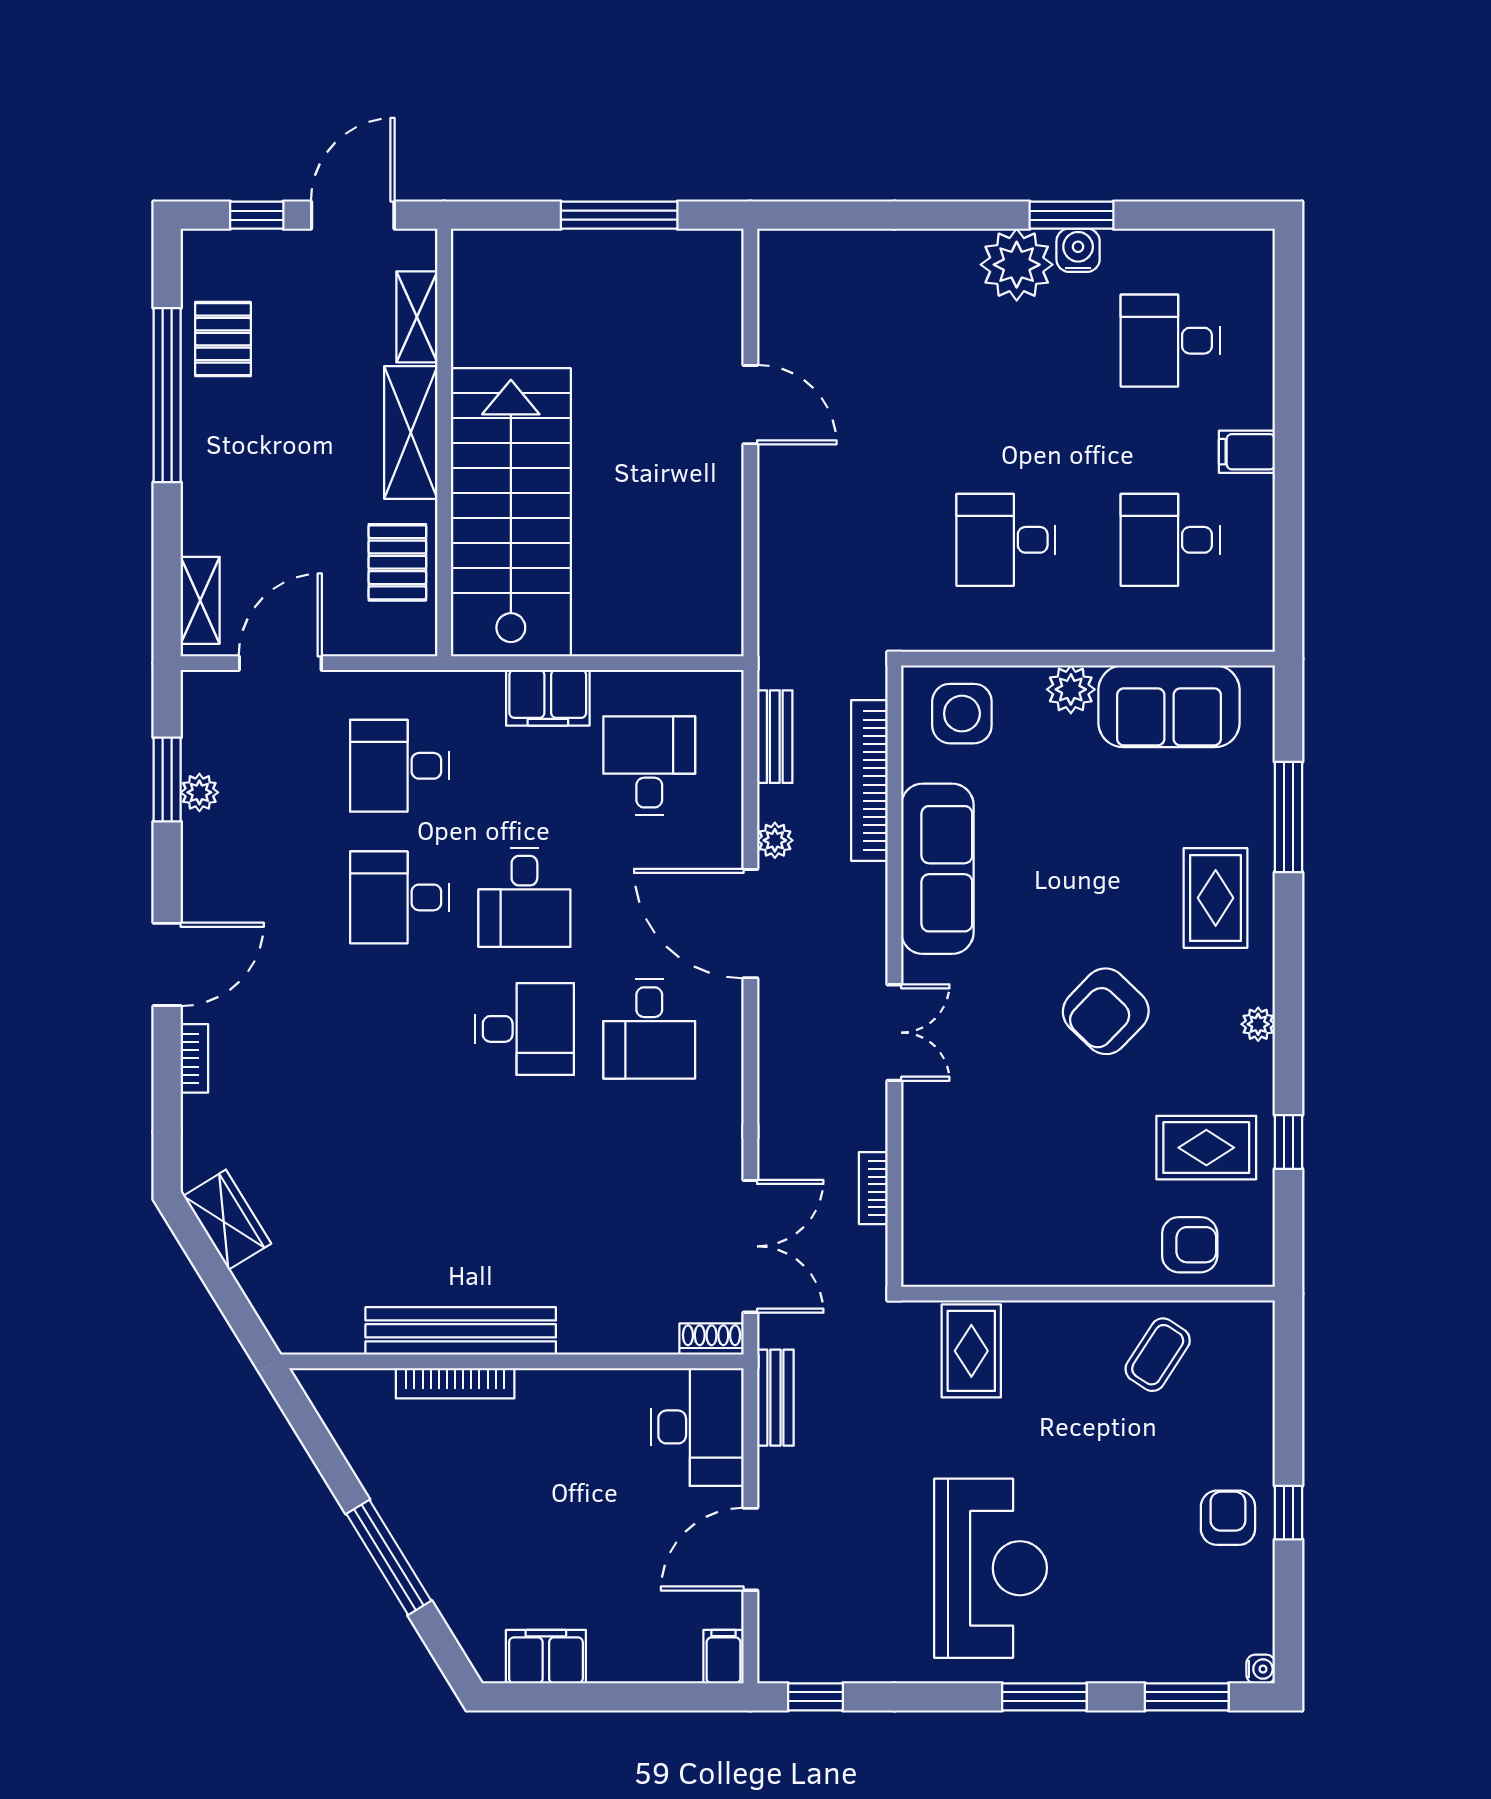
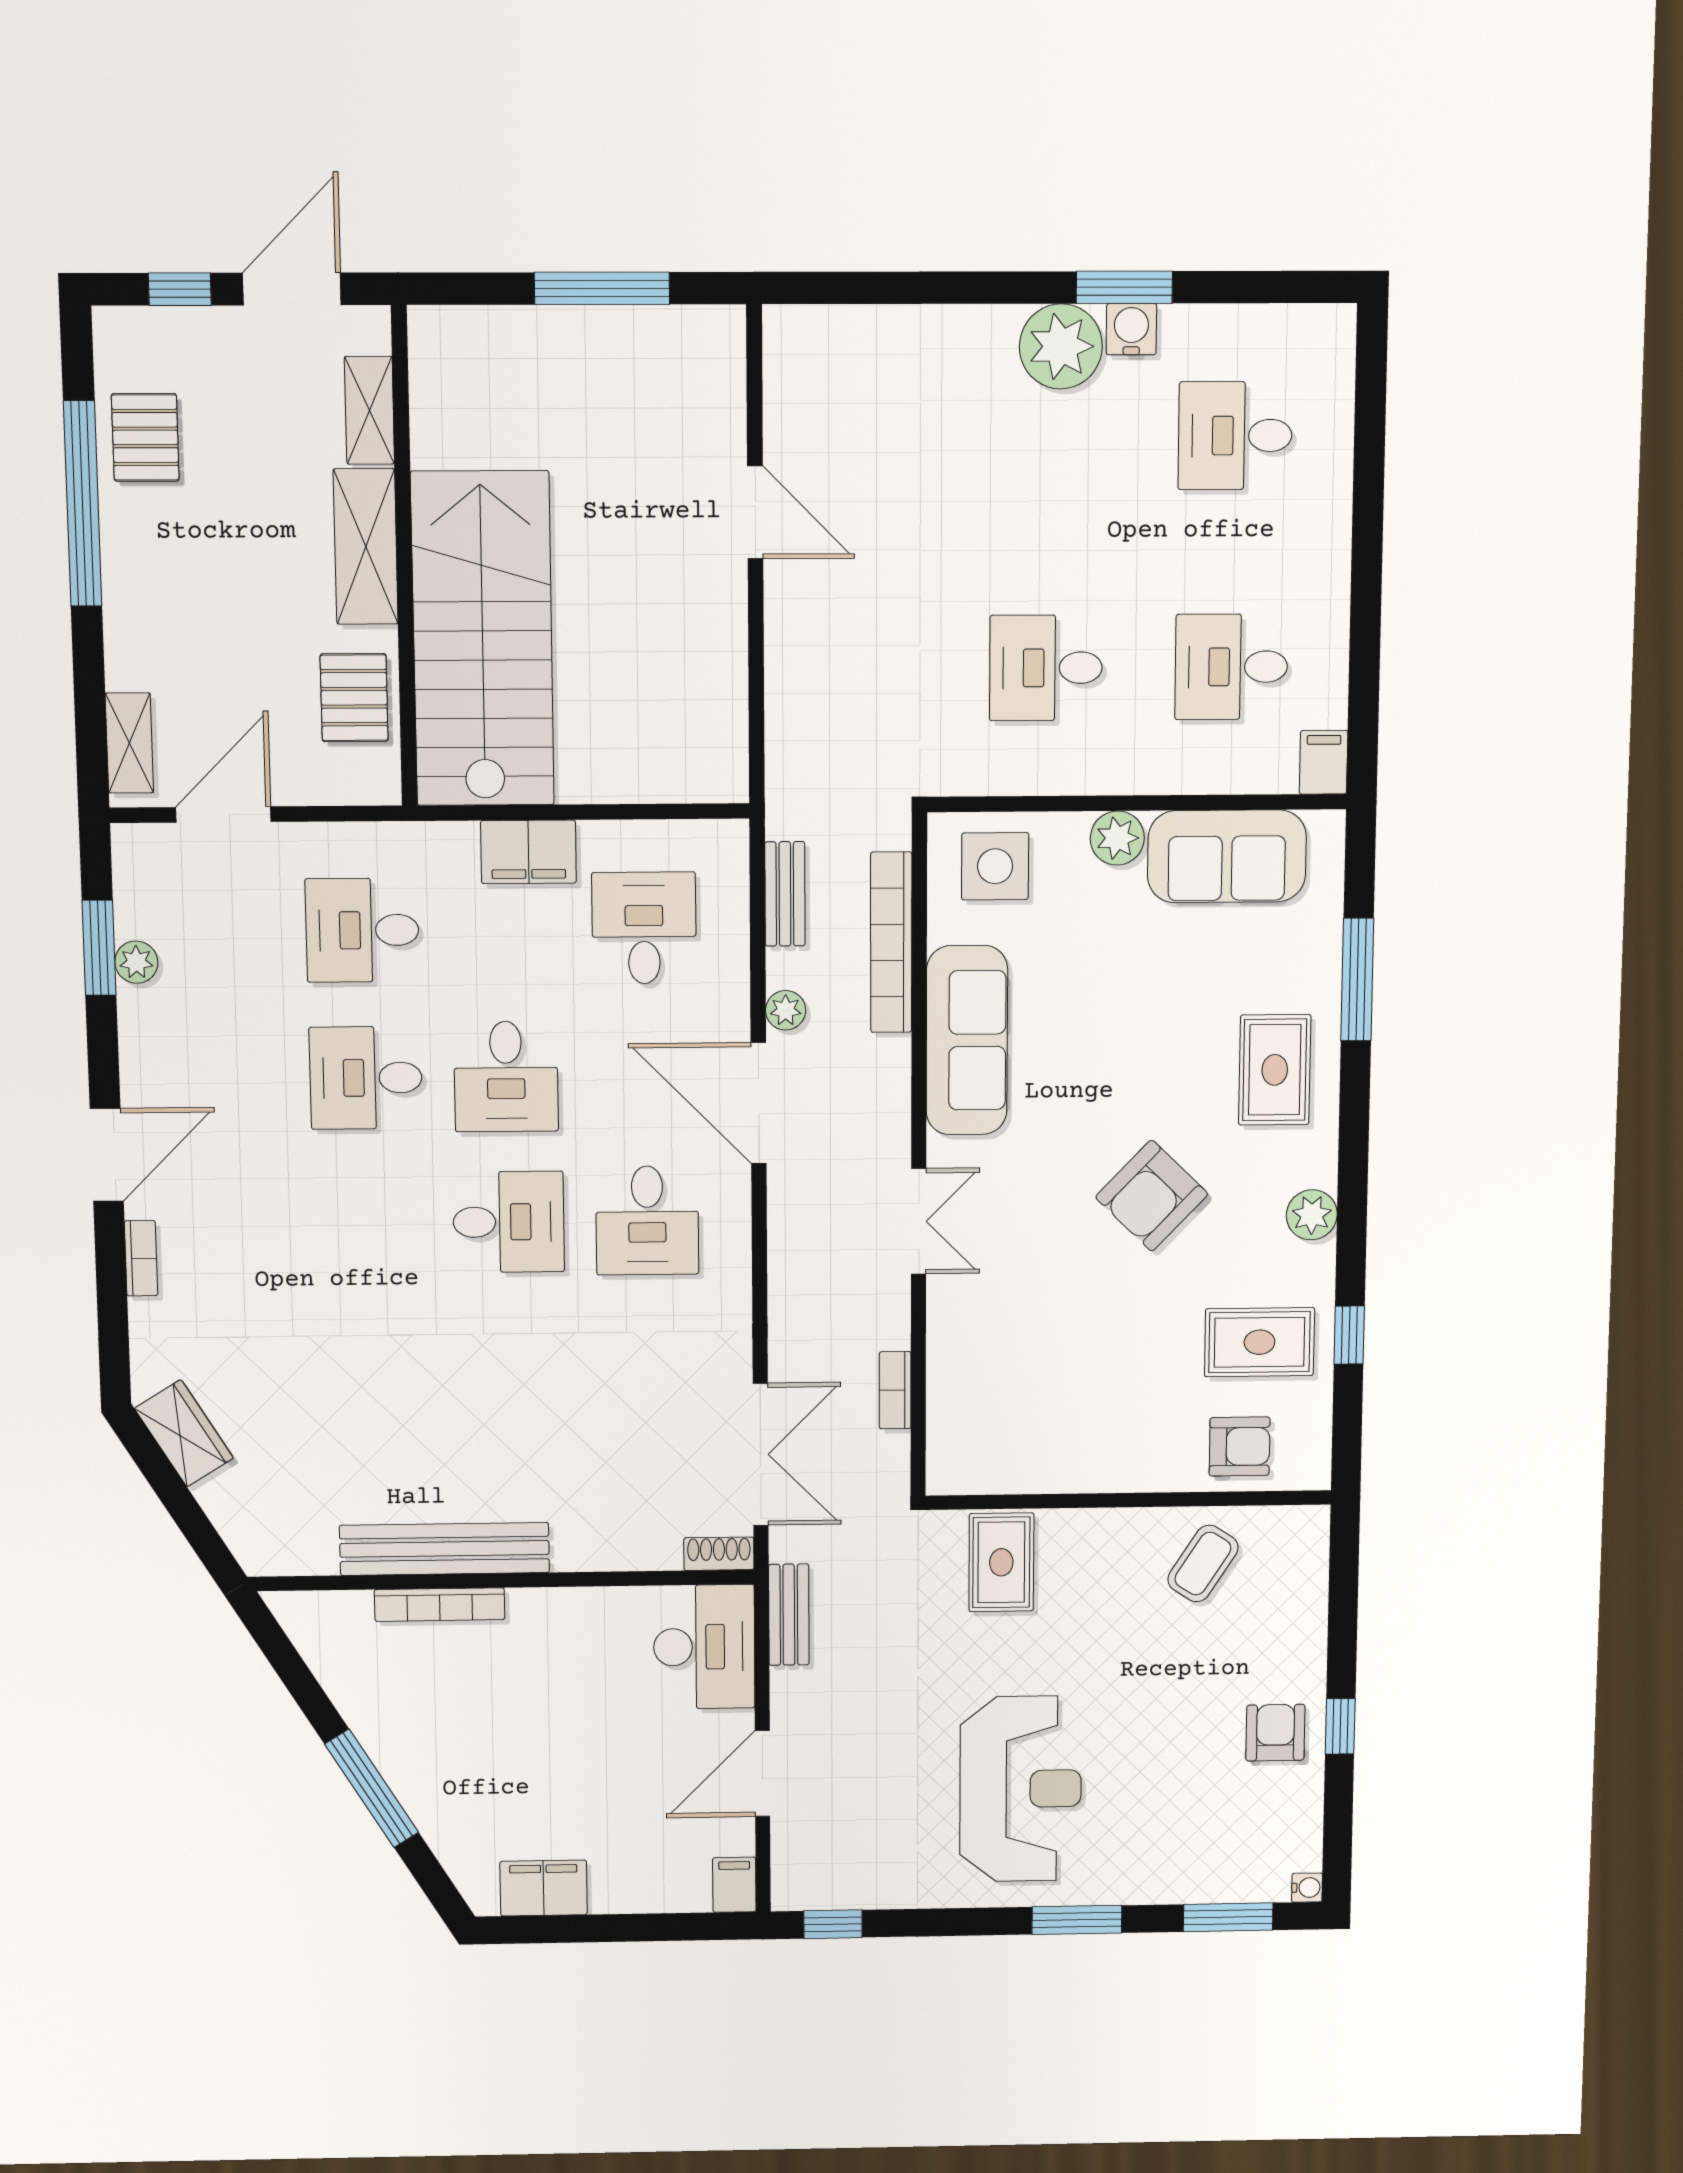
filing cabinet: (1247, 452) -> (1324, 762), moved, turned 90
plant: (1258, 1024) -> (1312, 1215), width x1.38, depth x1.38

